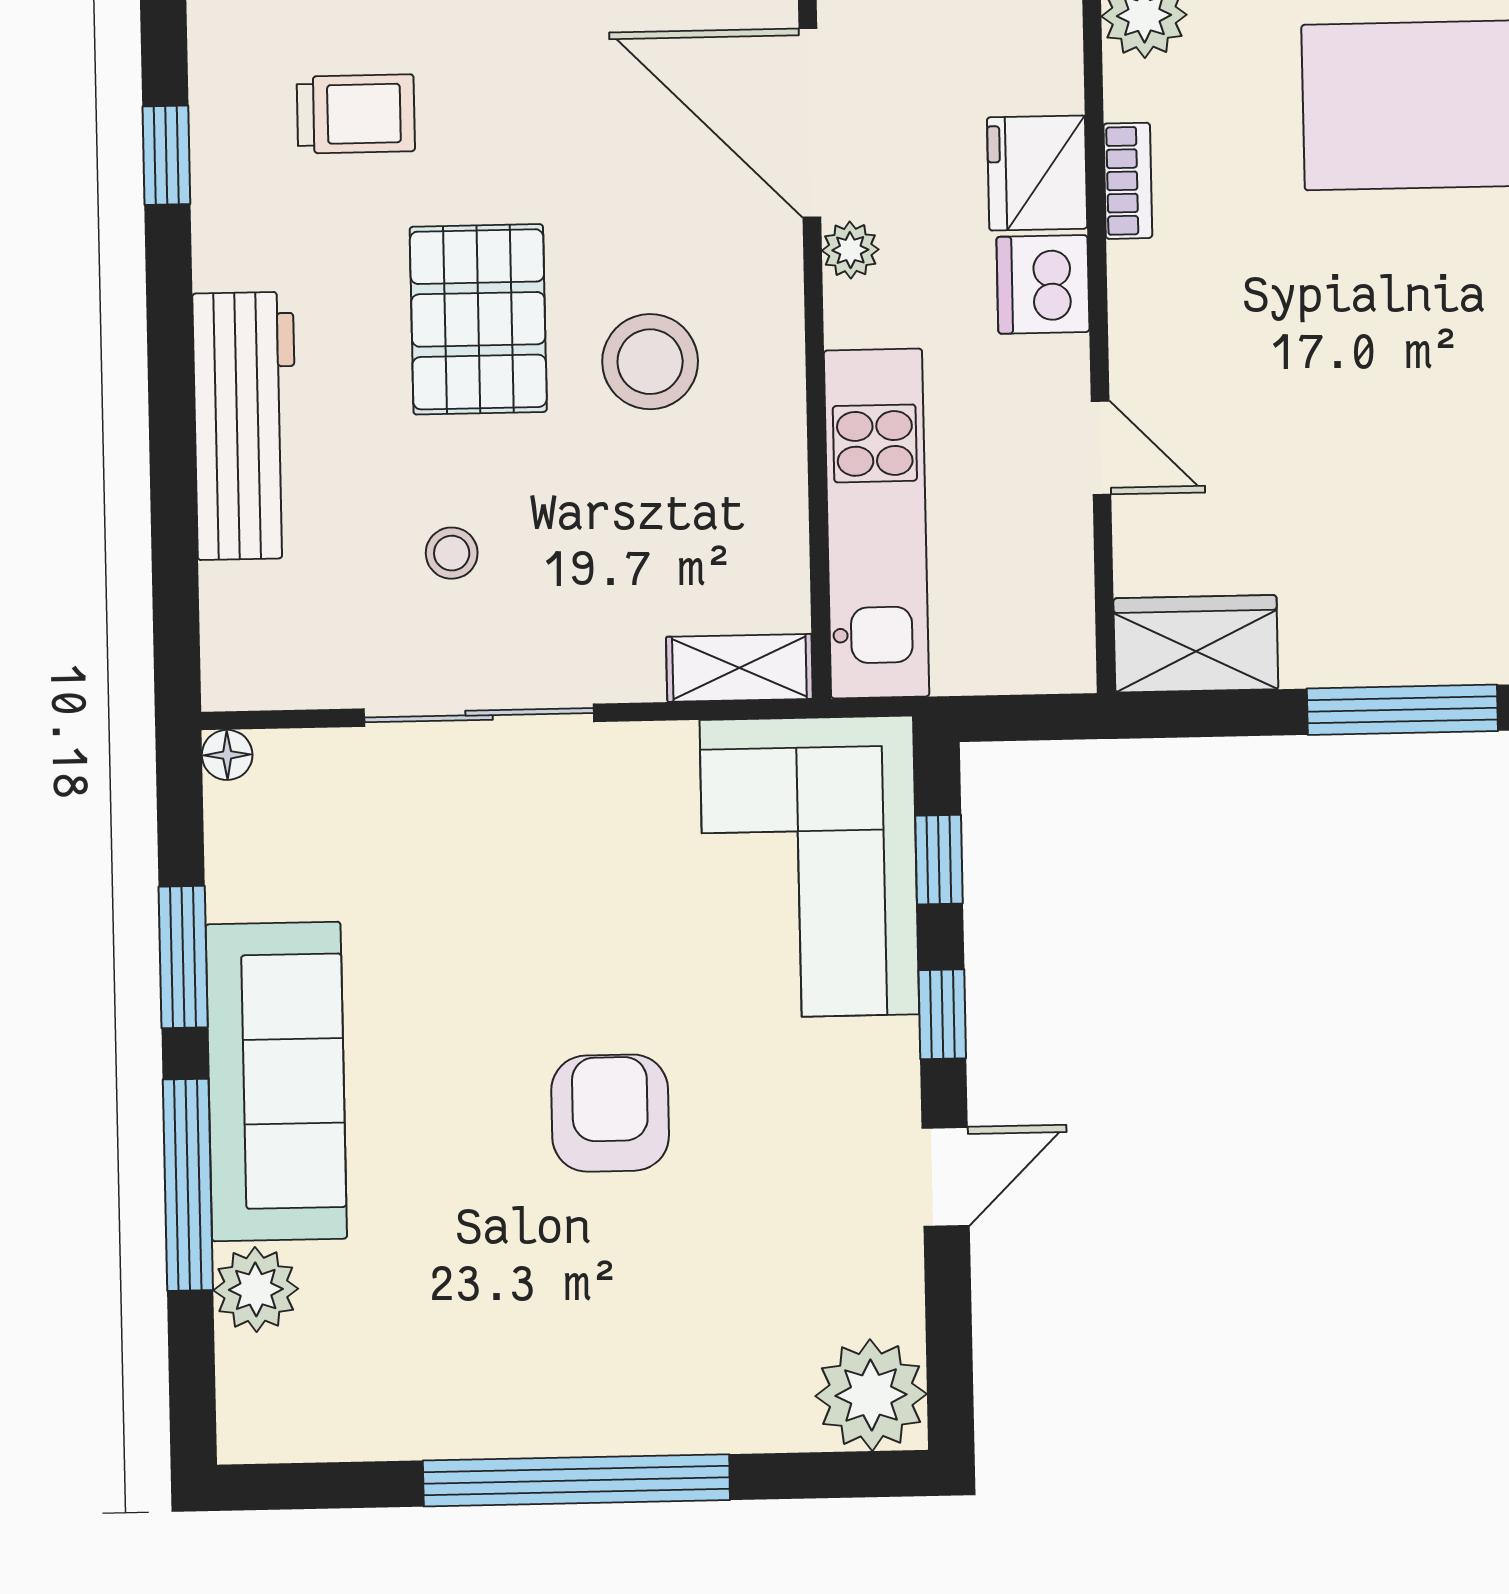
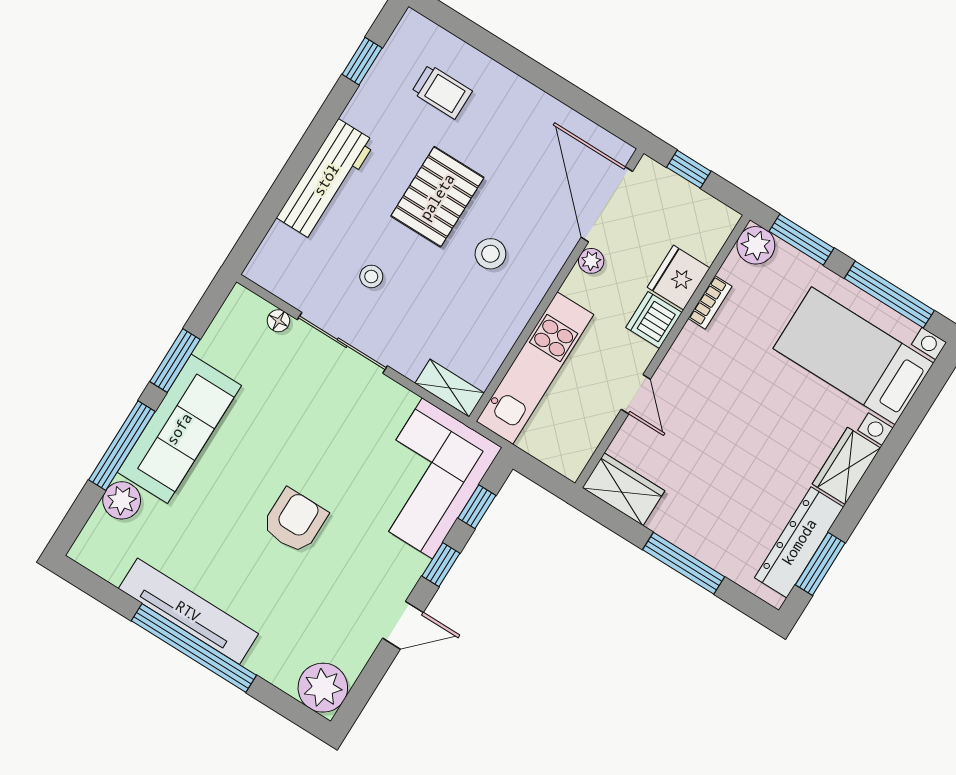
stool: (650, 362) -> (490, 254), width x0.73, depth x0.73
floor lamp: (227, 755) -> (278, 321), moved
tv unit: (520, 1417) -> (188, 611), added

